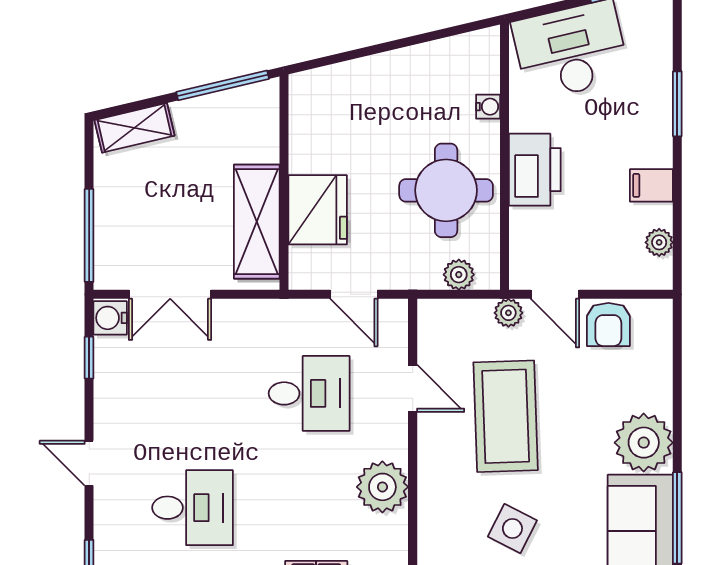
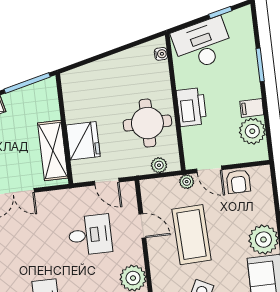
water cooler: (488, 107) -> (161, 54), moved
plant: (659, 242) -> (252, 131), width x1.87, depth x1.87

